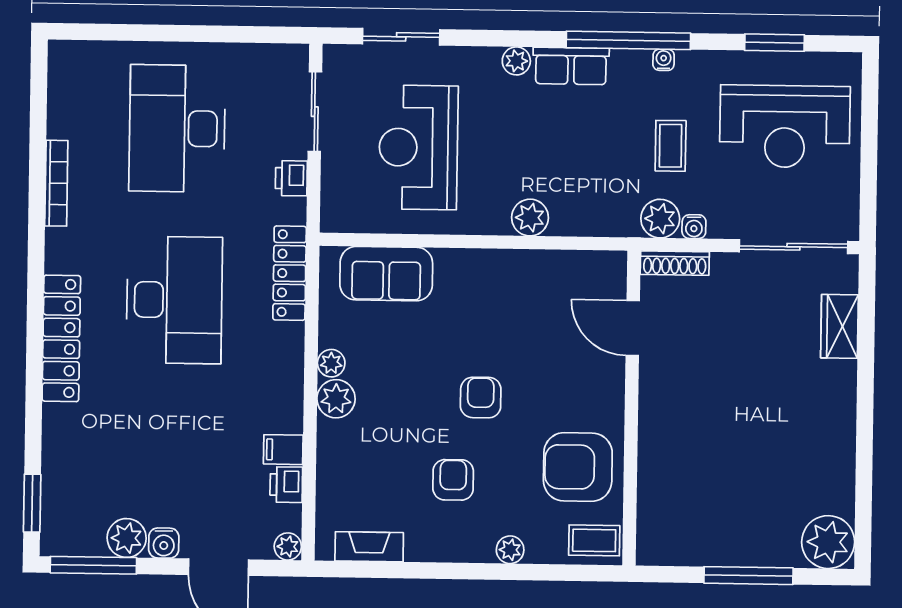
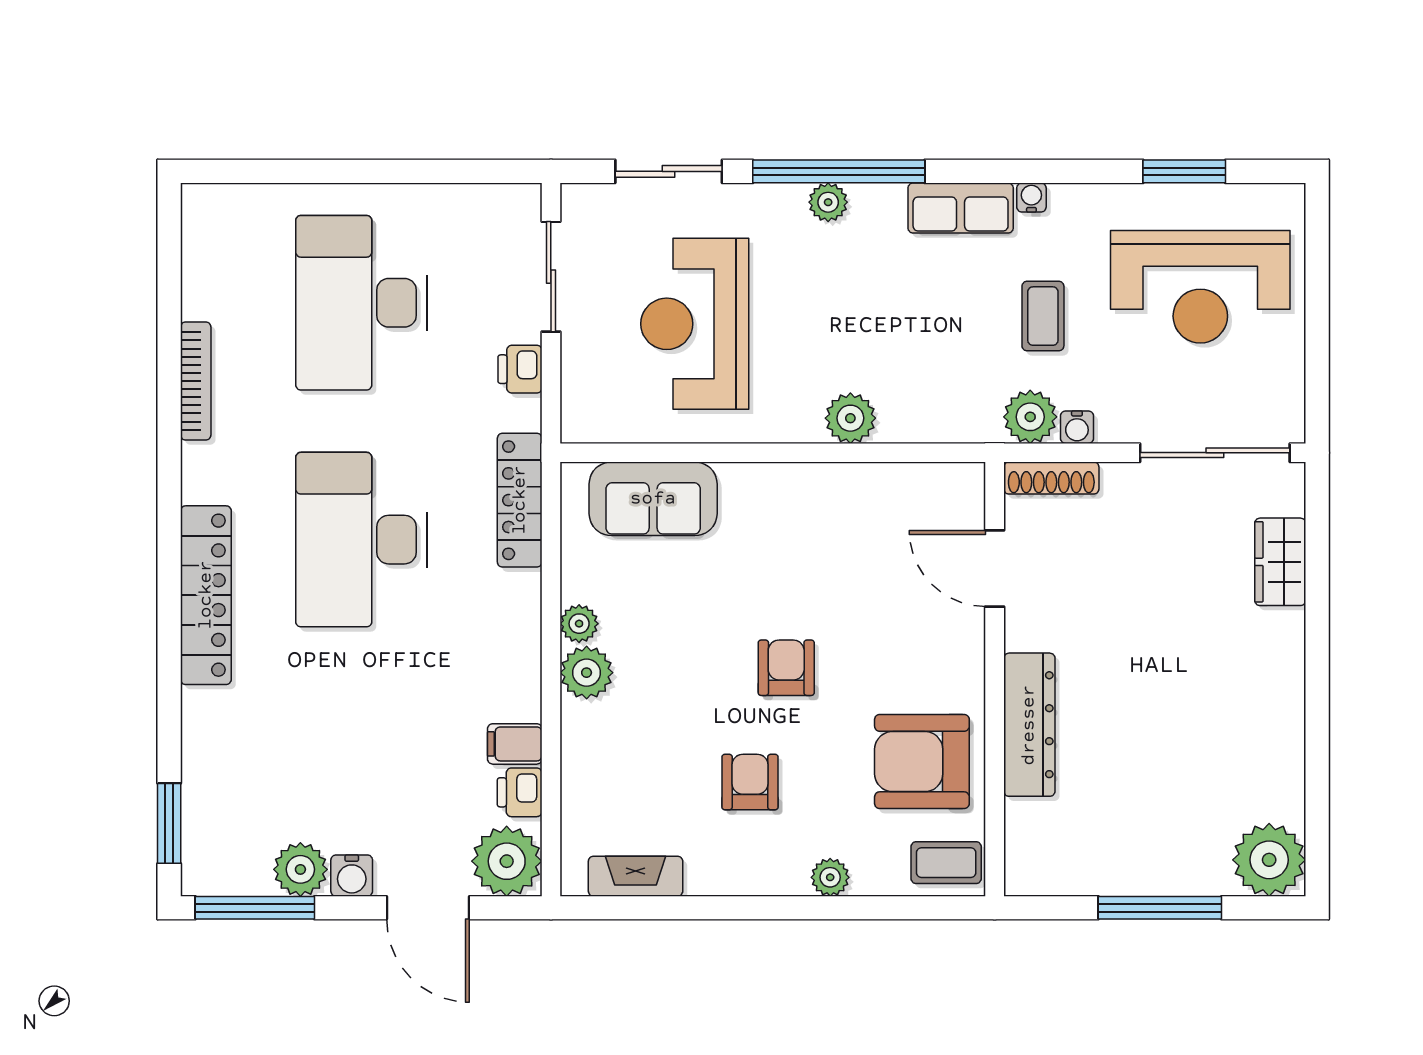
window: (628, 40) -> (839, 171), moved
row of seats: (571, 66) -> (961, 208), moved
desk: (174, 300) -> (361, 540), turned 180
dresser: (656, 441) -> (1029, 725), added
plant: (288, 546) -> (507, 861), width x1.88, depth x1.88

